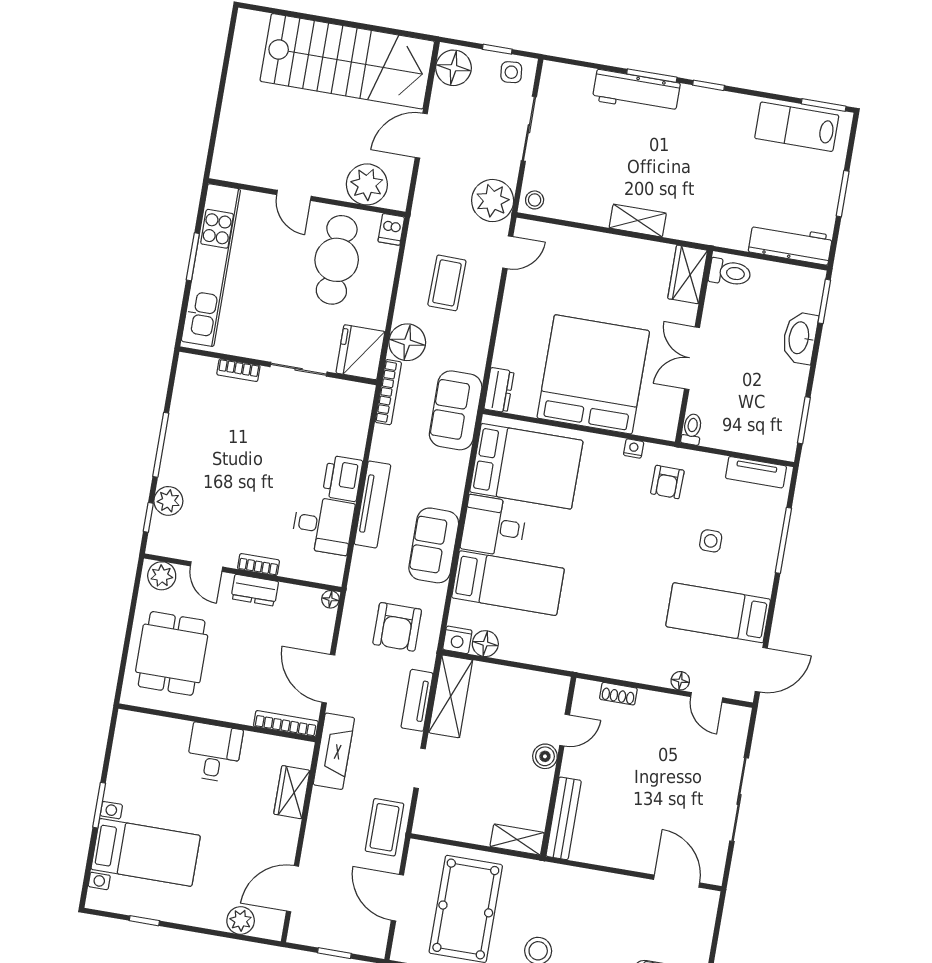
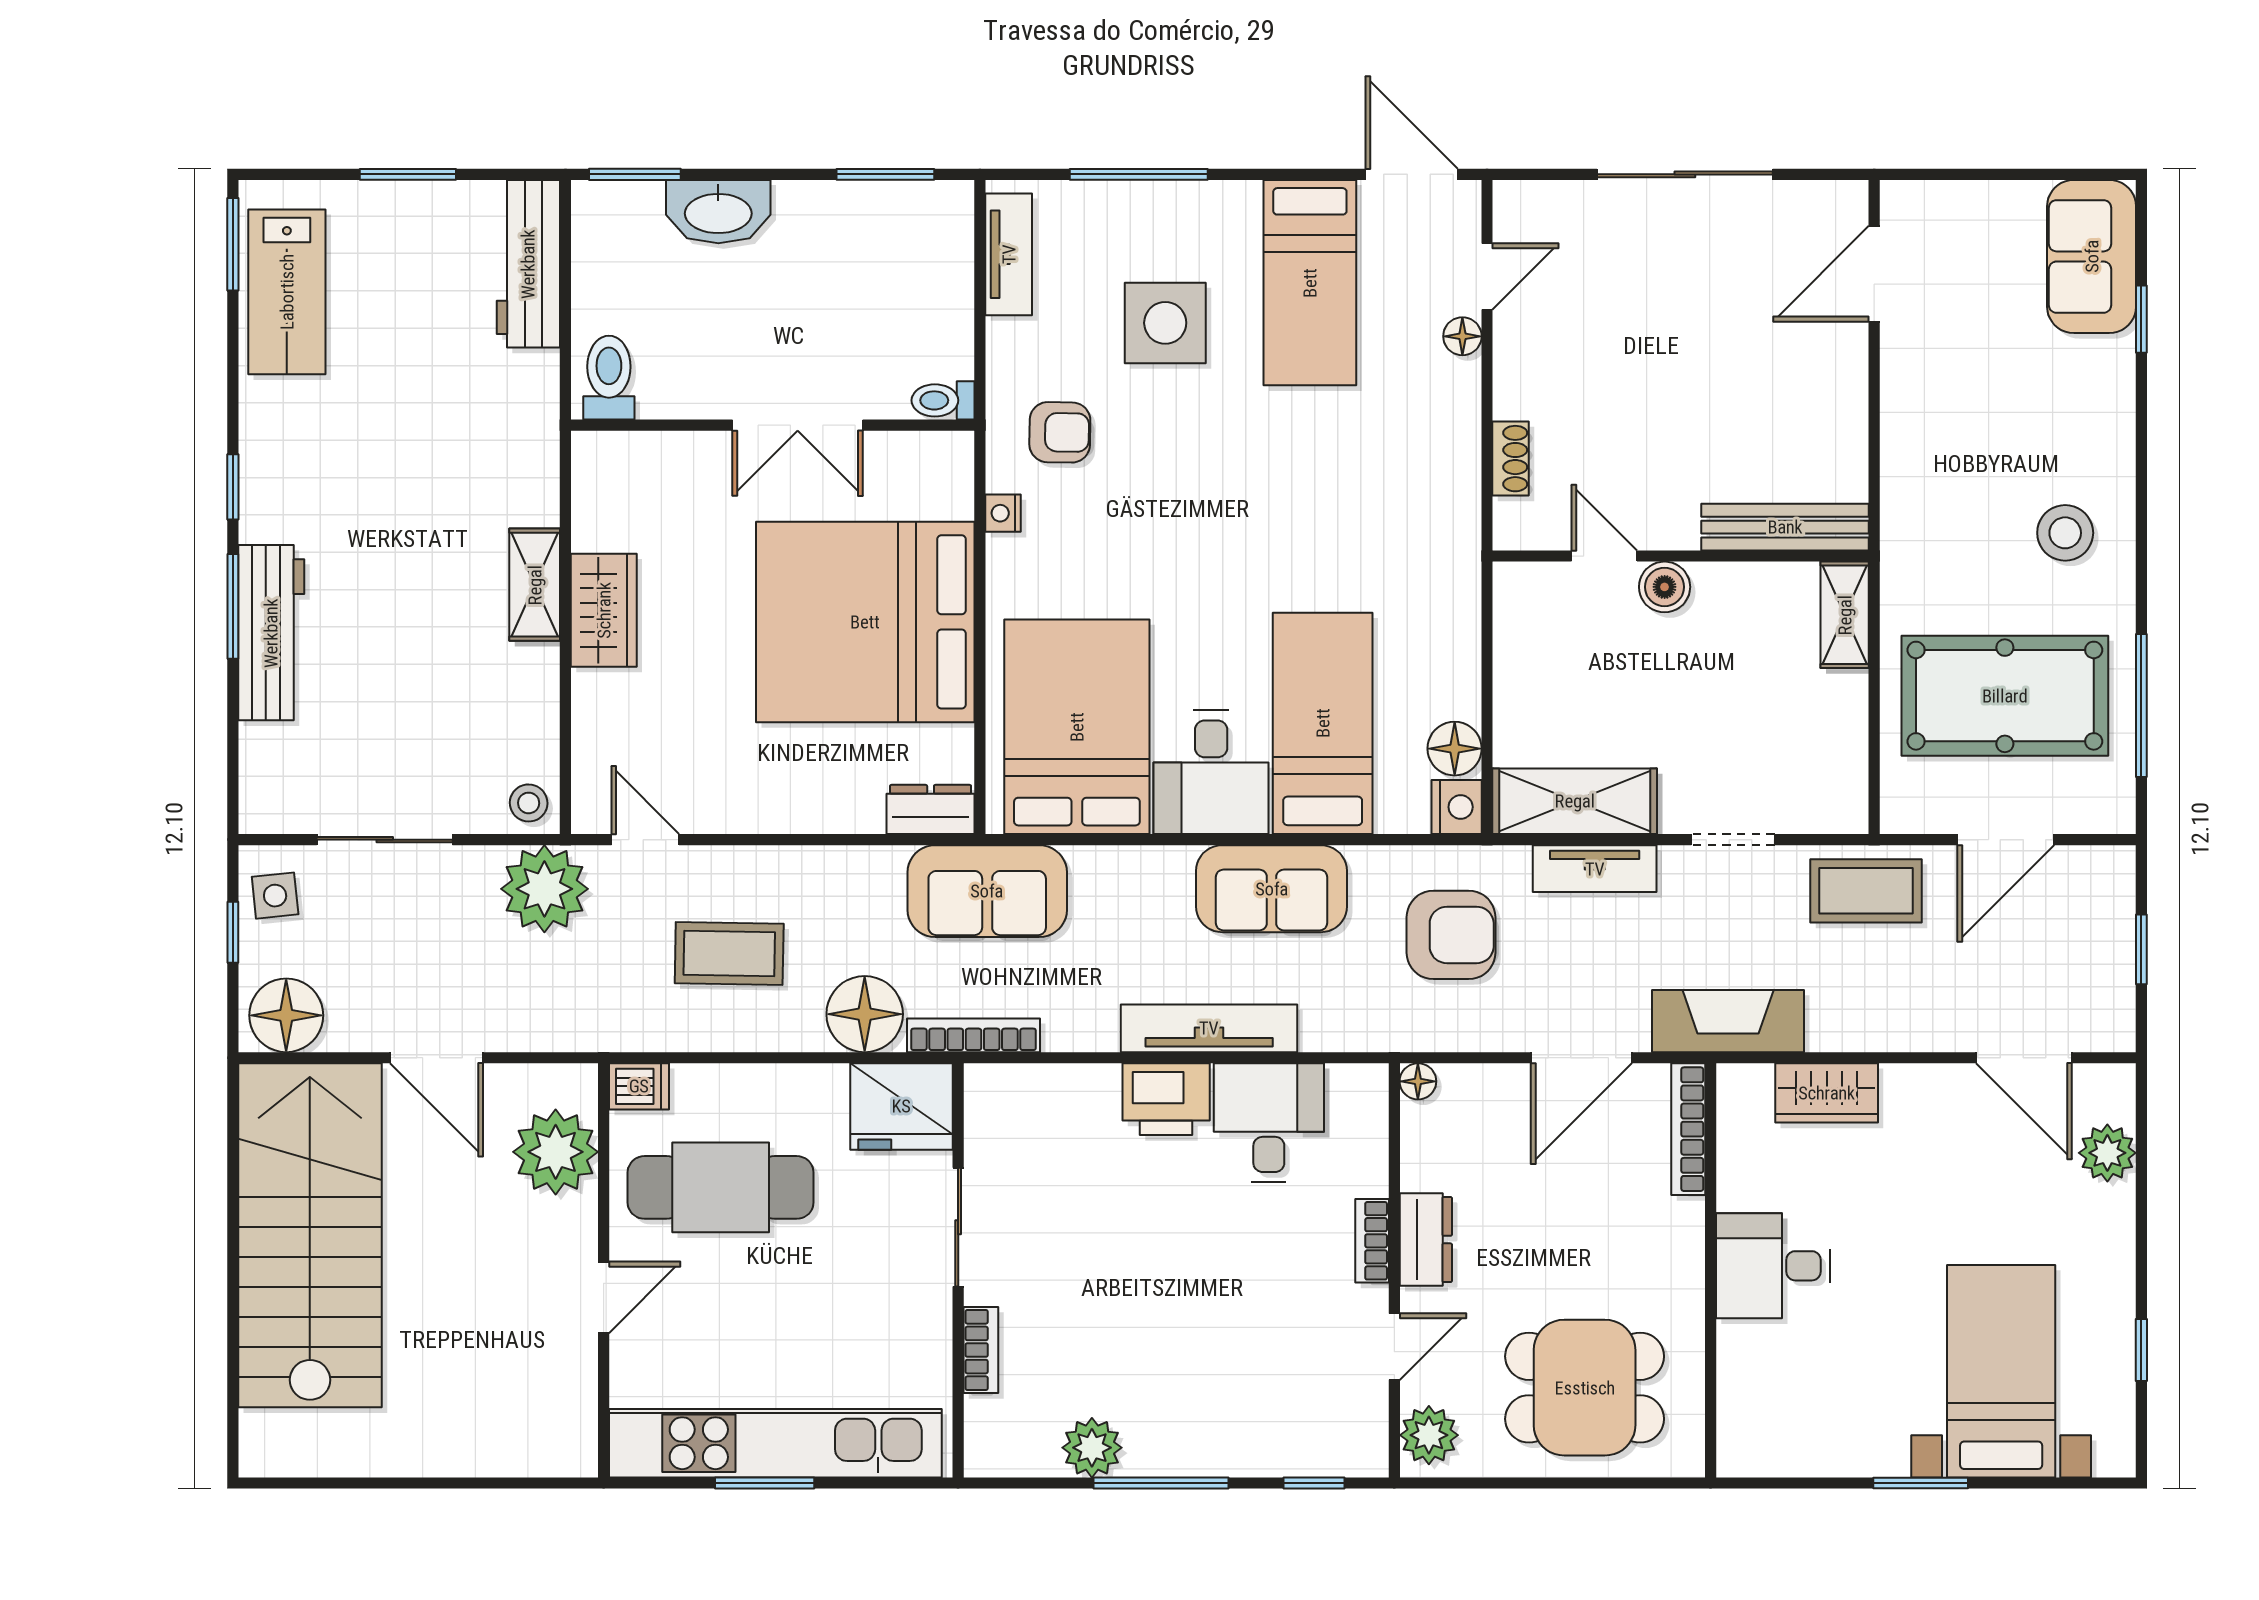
wardrobe: (688, 274) -> (604, 610), moved, turned -90
plant: (168, 501) -> (1092, 1448), moved
side table: (711, 541) -> (1165, 323), width x1.87, depth x1.87

